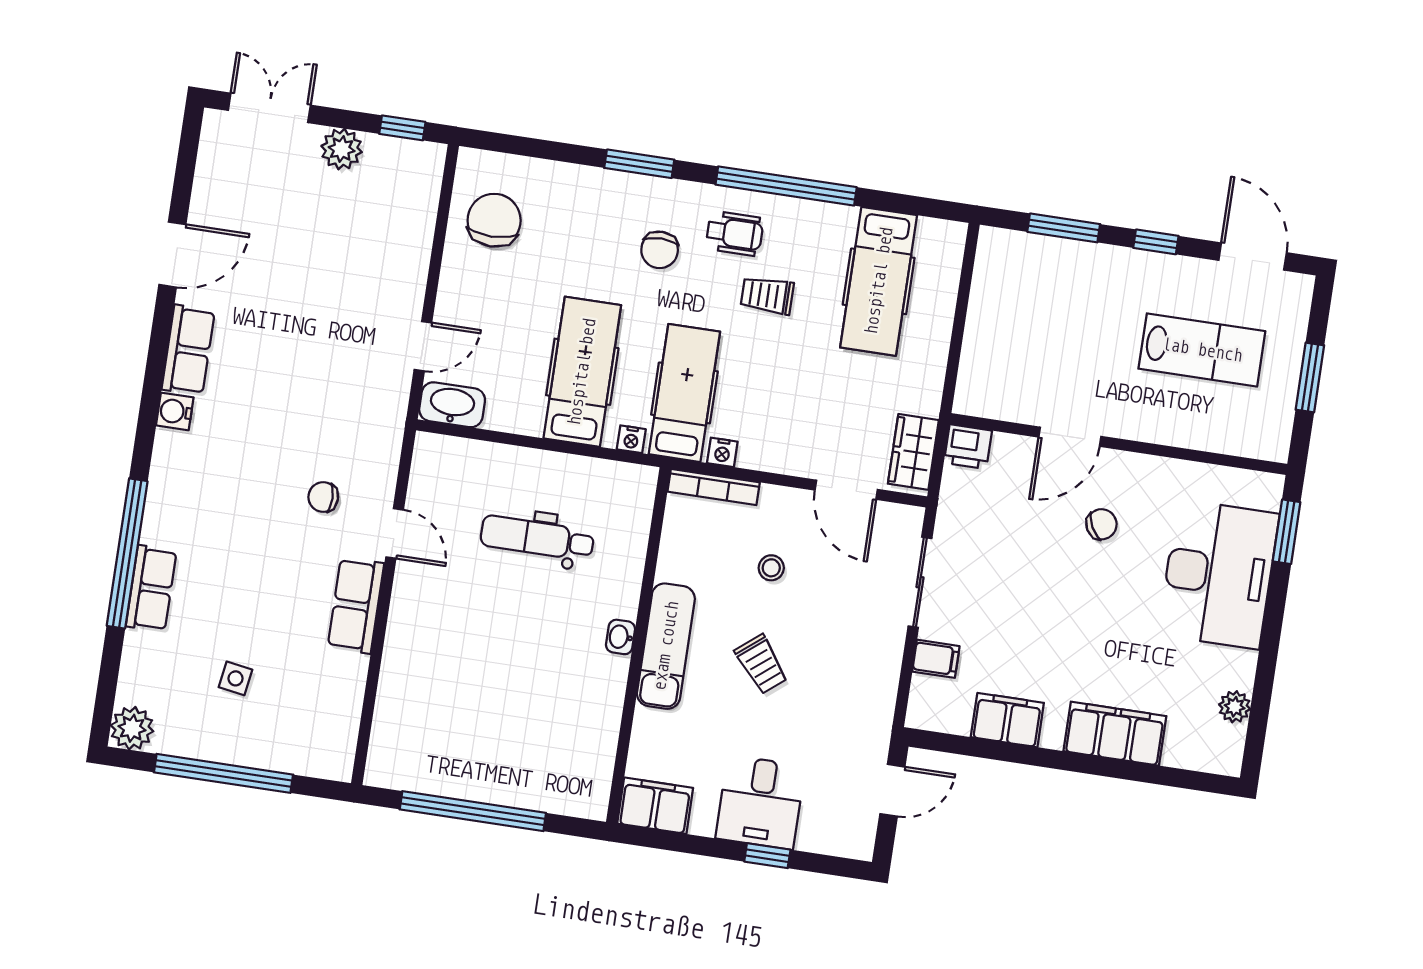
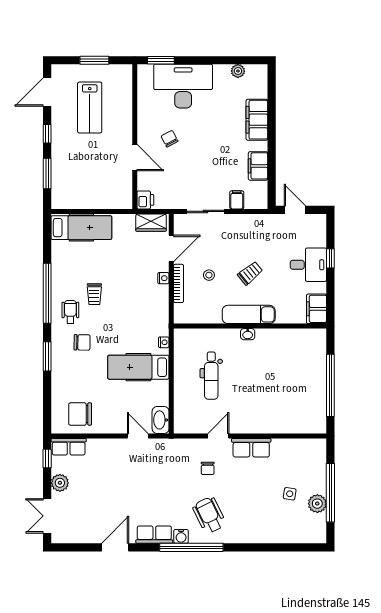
door: (172, 255) -> (115, 547), hinge flipped
hospital bed: (879, 281) -> (81, 228), moved
lab bench: (1202, 350) -> (90, 108), turned 180
hospital bed: (684, 393) -> (141, 323), removed
nightstand: (722, 452) -> (163, 278), moved
wheelchair: (214, 484) -> (209, 515), added
bookcase: (714, 487) -> (179, 283), moved
window: (127, 553) -> (191, 547), moved
row of seats: (151, 588) -> (69, 447), moved, turned 180
plant: (132, 728) -> (317, 504), moved

